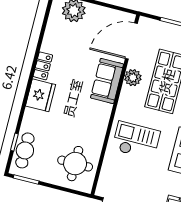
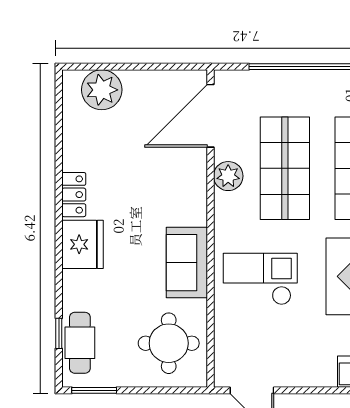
sofa: (107, 81) -> (187, 263), moved

